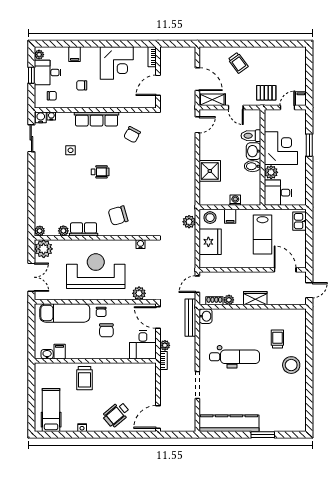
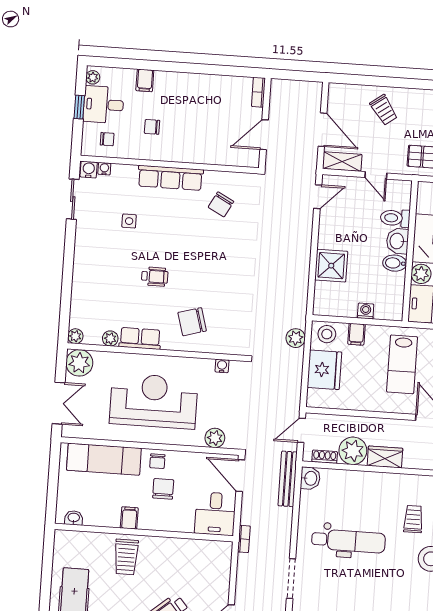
corner desk: (117, 63) -> (206, 98), removed
wheelchair: (100, 172) -> (155, 277), moved
plant: (229, 300) -> (353, 451), width x1.87, depth x1.87
chair: (106, 330) -> (163, 489), turned 180
plant: (165, 345) -> (247, 517), removed
filing cabinet: (60, 352) -> (129, 518), moved

